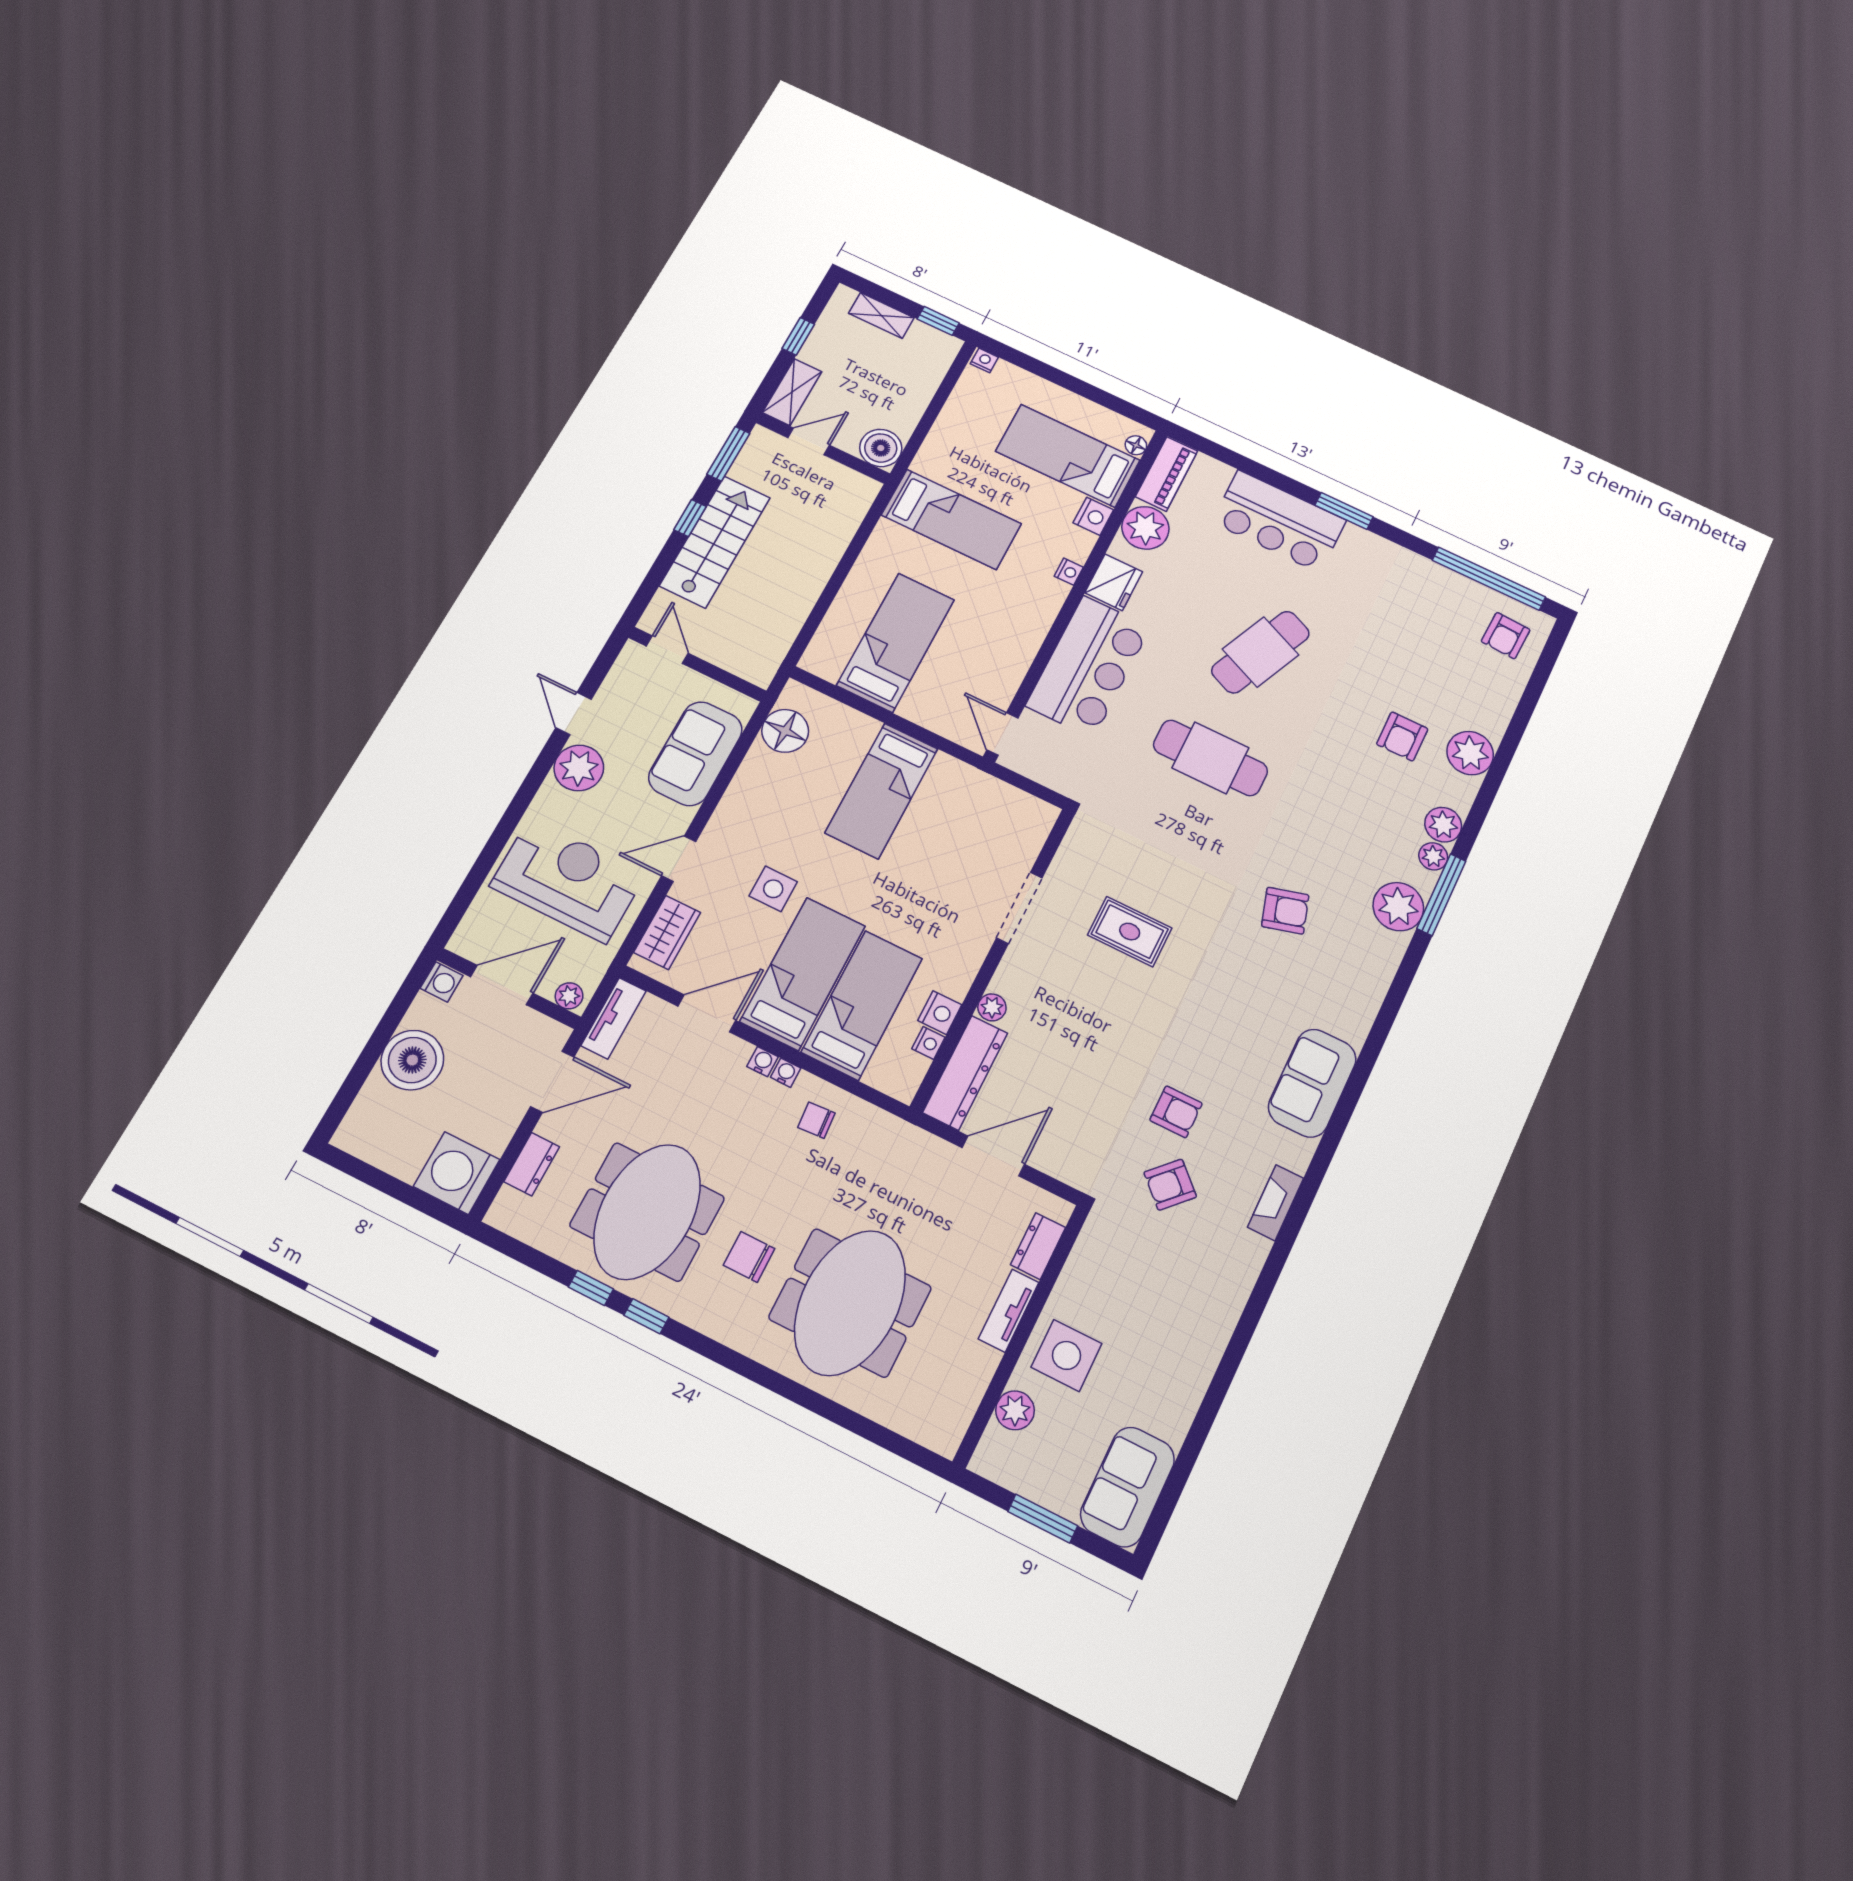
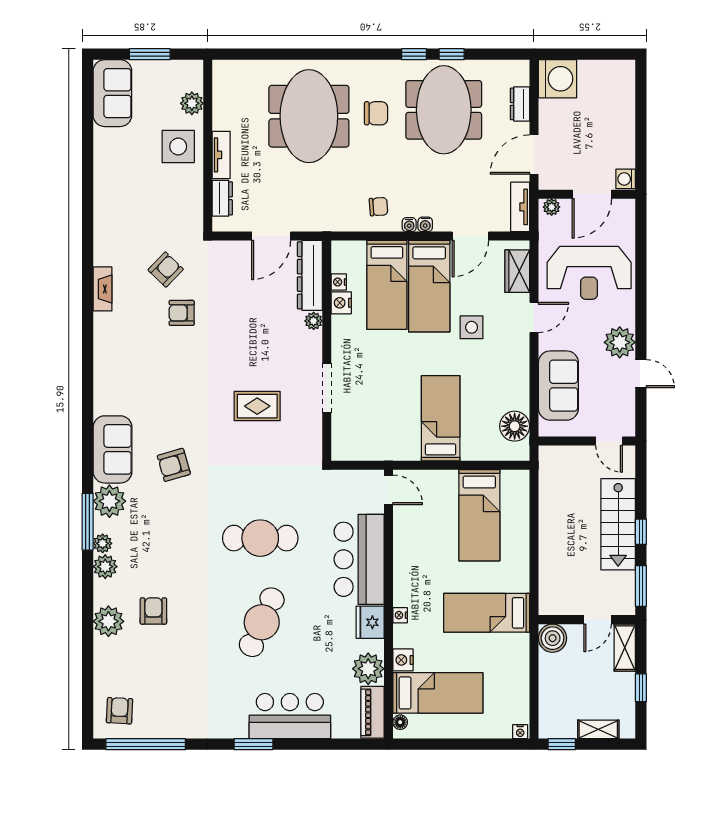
boiler: (412, 1060) -> (617, 128), removed
sofa: (1312, 1083) -> (113, 449), moved

